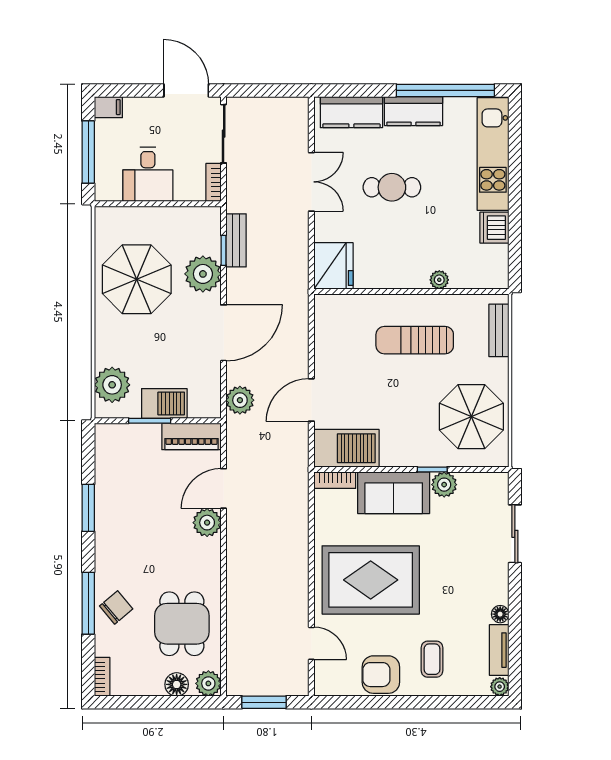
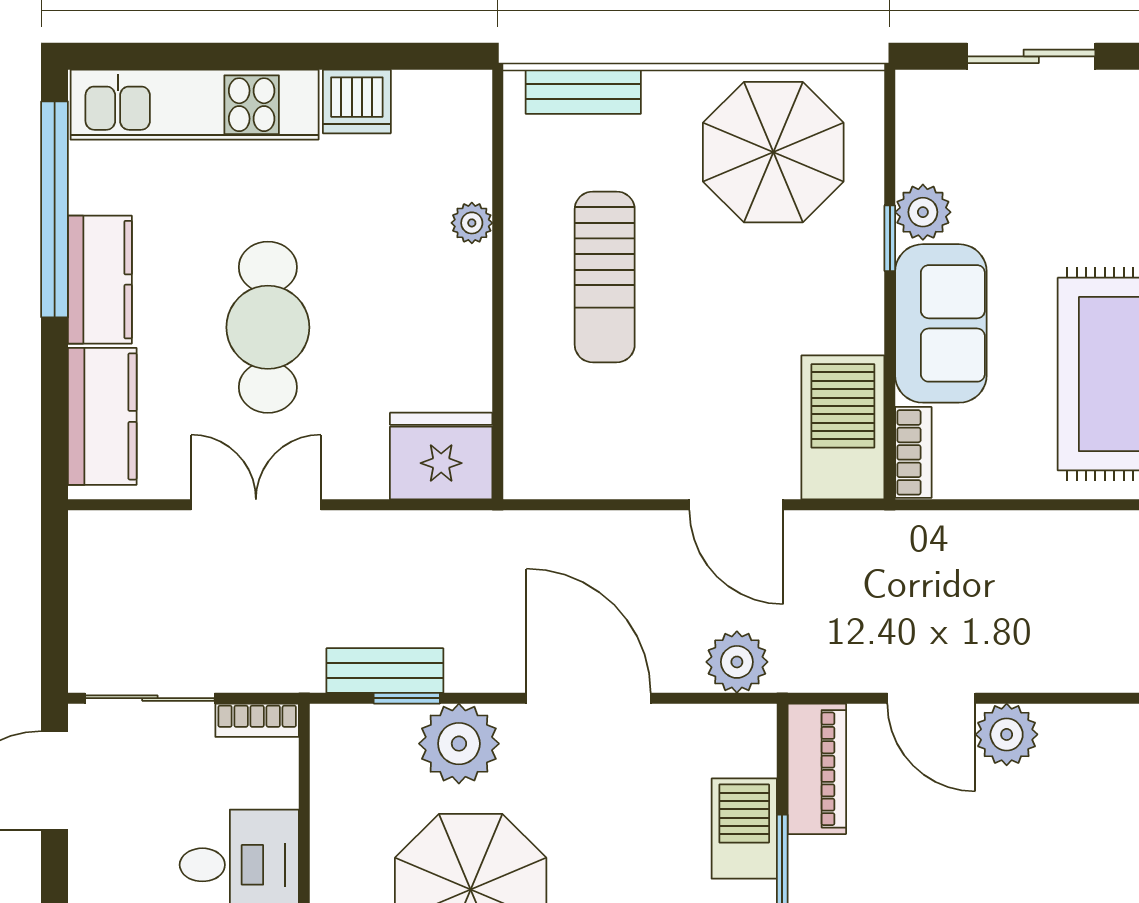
cafe table: (392, 187) -> (268, 327), width x1.37, depth x1.35

